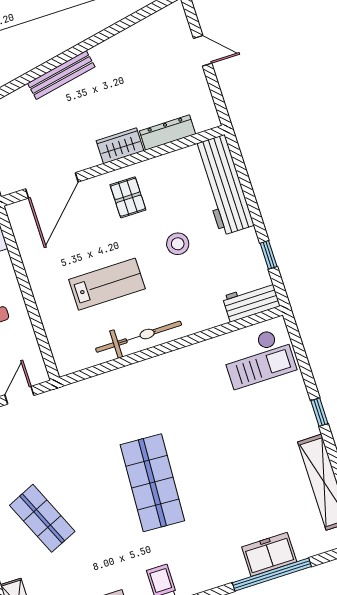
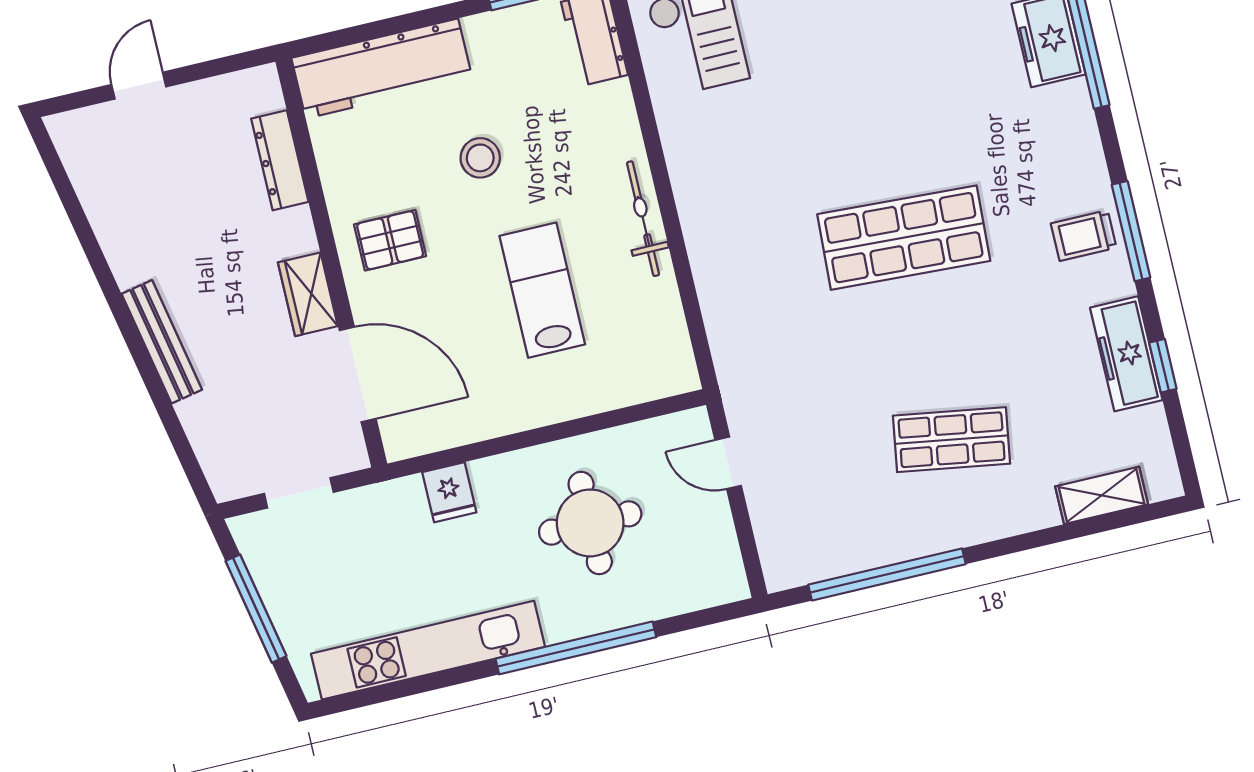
wardrobe: (120, 146) -> (308, 294), moved
bicycle: (139, 337) -> (643, 219), width x0.73, depth x0.71
shop shelf: (42, 518) -> (952, 440), turned 33

